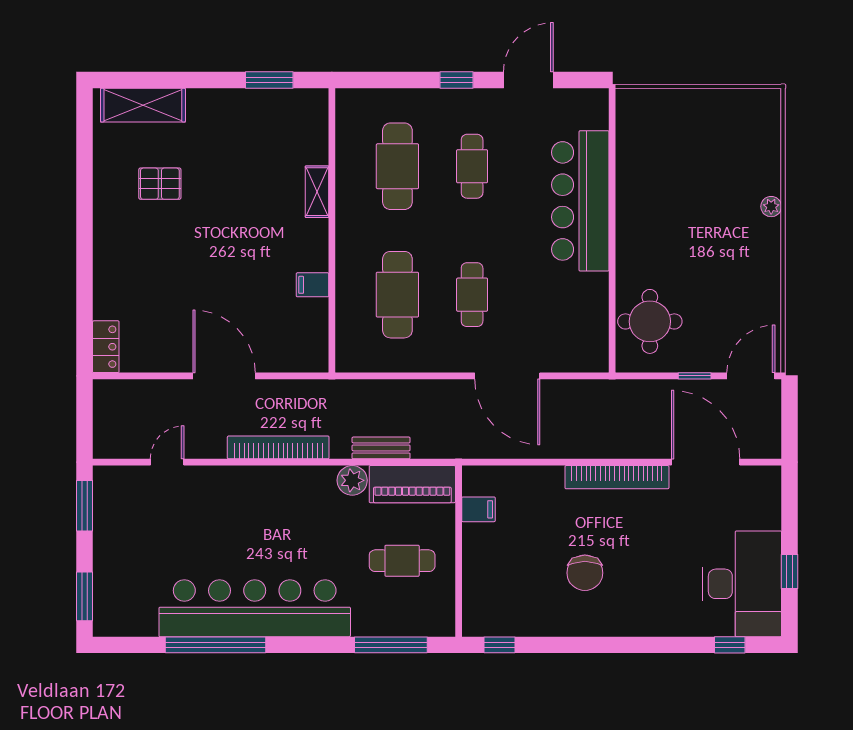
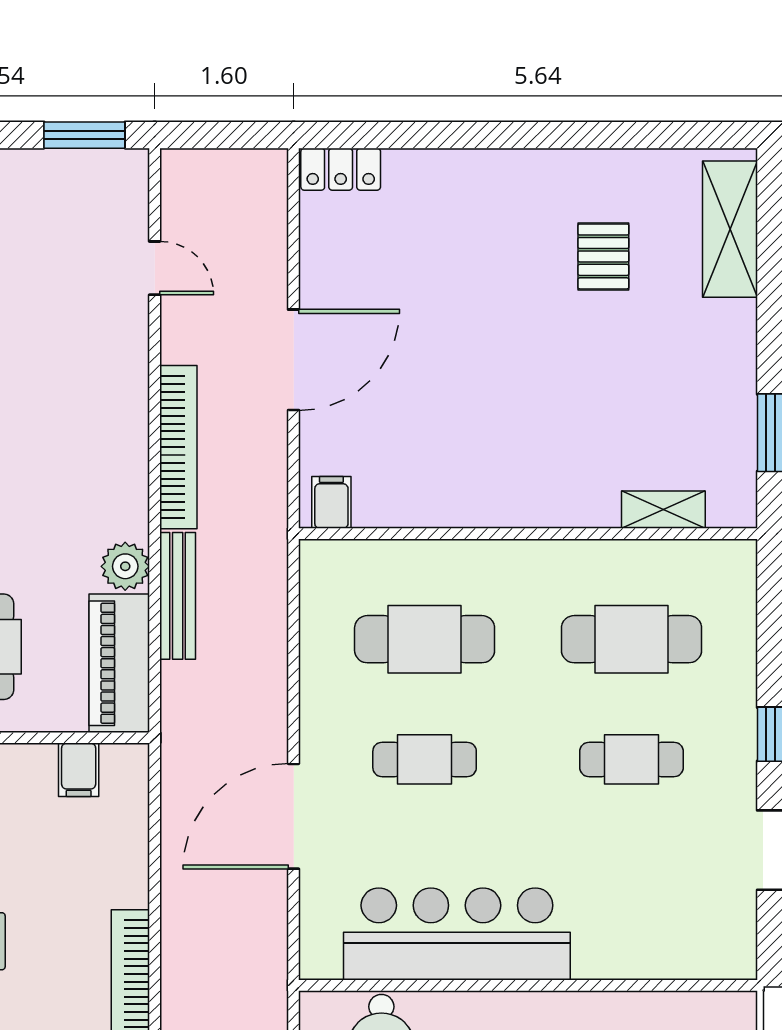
shelving: (317, 192) -> (663, 510), moved
bar counter: (580, 201) -> (457, 934), moved
filing cabinet: (312, 285) -> (331, 502), moved
bench: (381, 448) -> (178, 596), width x1.36

